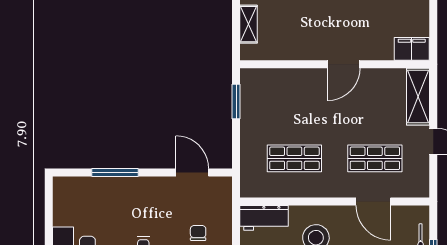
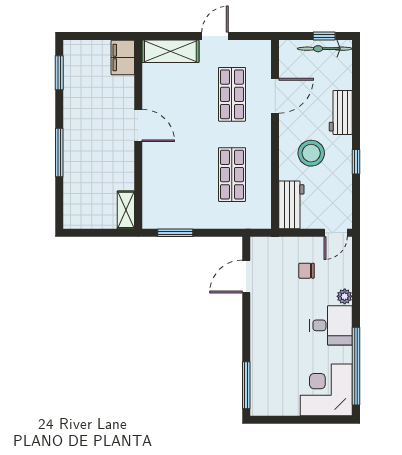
shelving: (249, 24) -> (126, 210), moved, turned 90
window: (115, 173) -> (246, 385), moved

